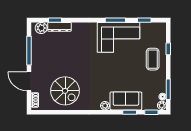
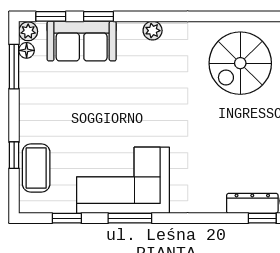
coffee table: (153, 59) -> (36, 168), moved
spiral stairs: (65, 91) -> (240, 63), turned -90
sofa: (126, 101) -> (82, 41), moved

